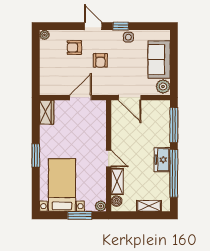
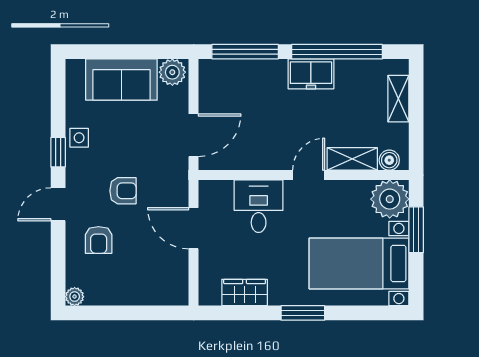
wardrobe: (47, 112) -> (245, 293), moved
desk: (92, 132) -> (259, 206), added
plant: (101, 206) -> (390, 199), width x1.87, depth x1.87

